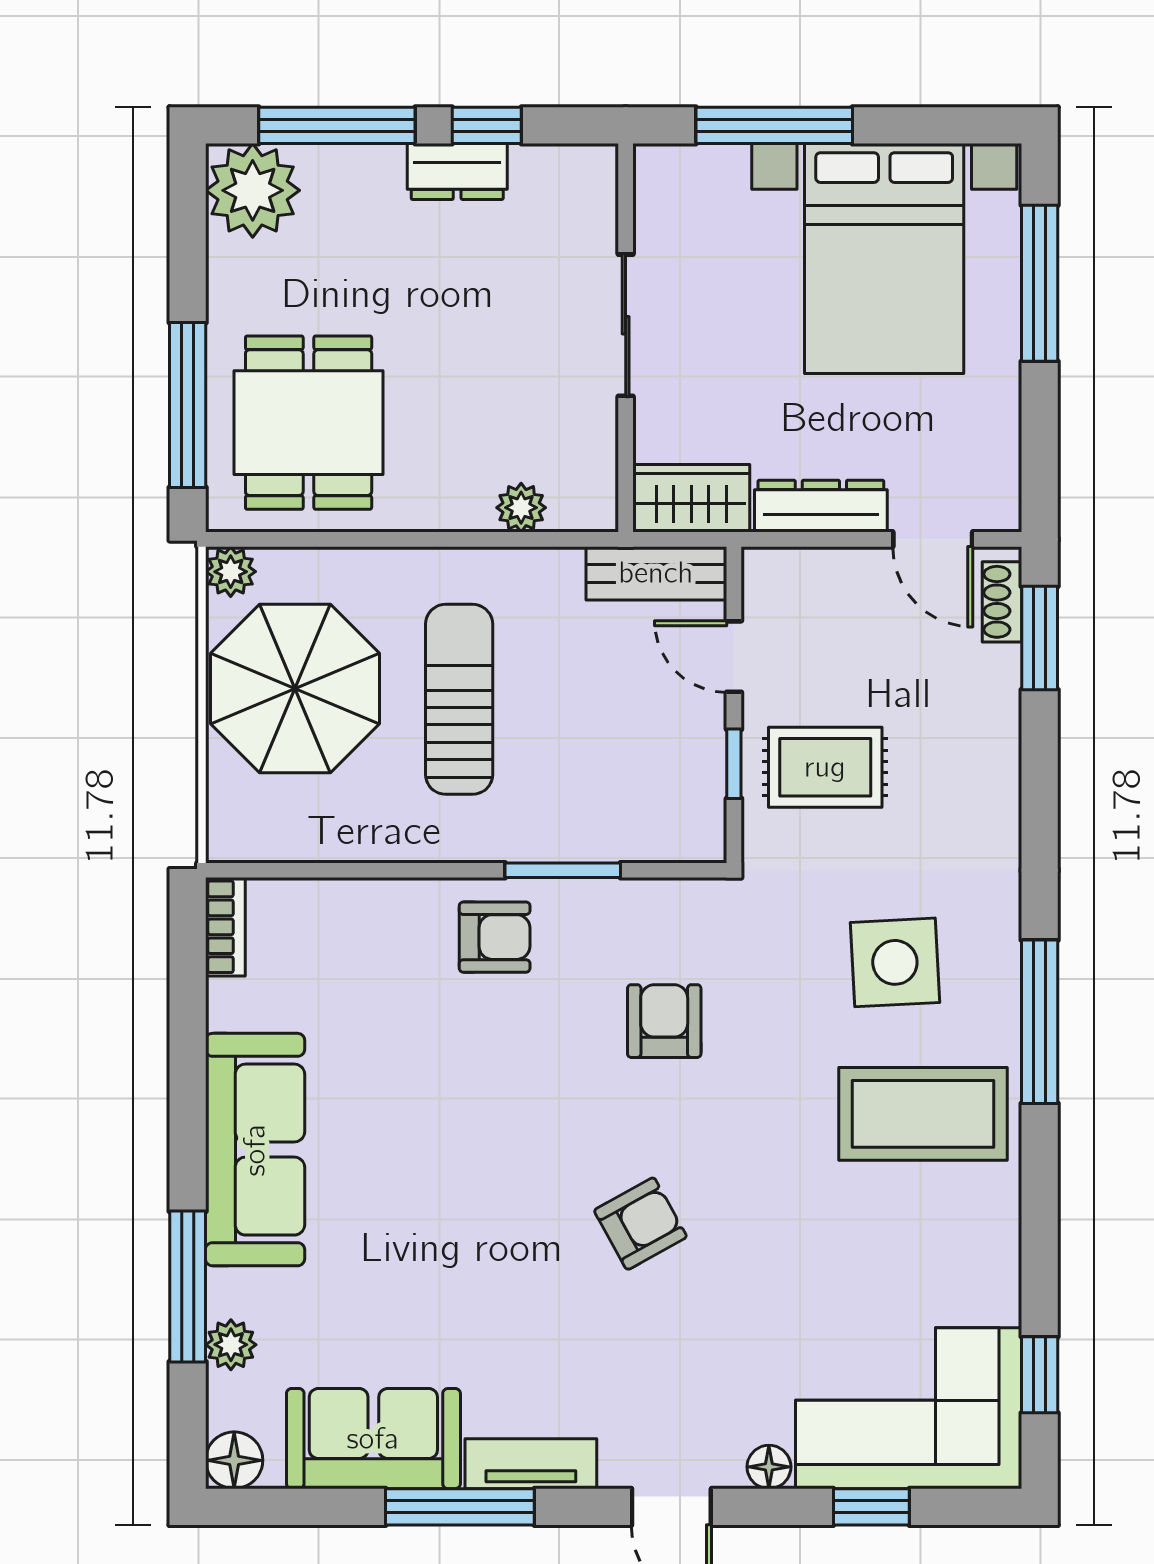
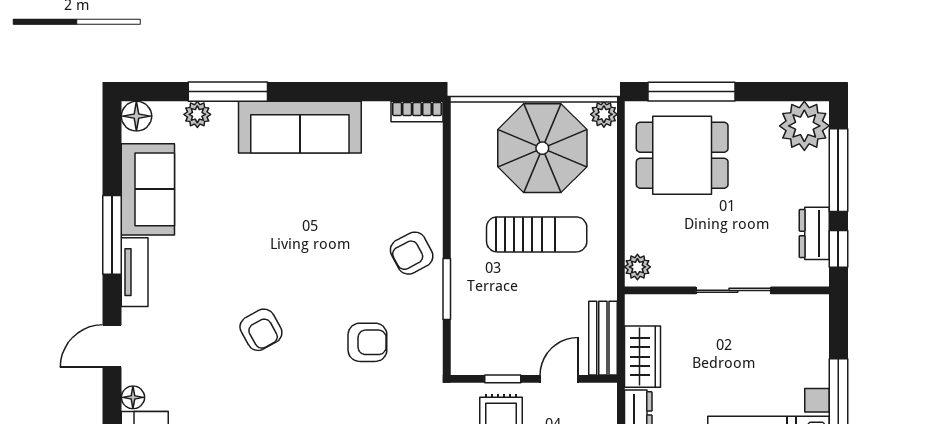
sliding door: (626, 325) -> (733, 290), moved
wall: (626, 338) -> (727, 290), moved
armchair: (495, 937) -> (412, 253), turned 62

